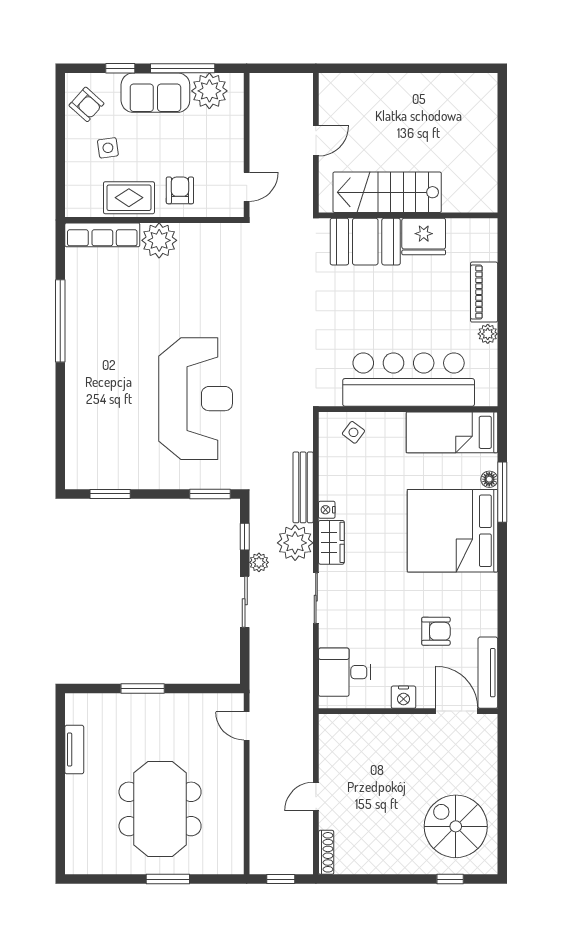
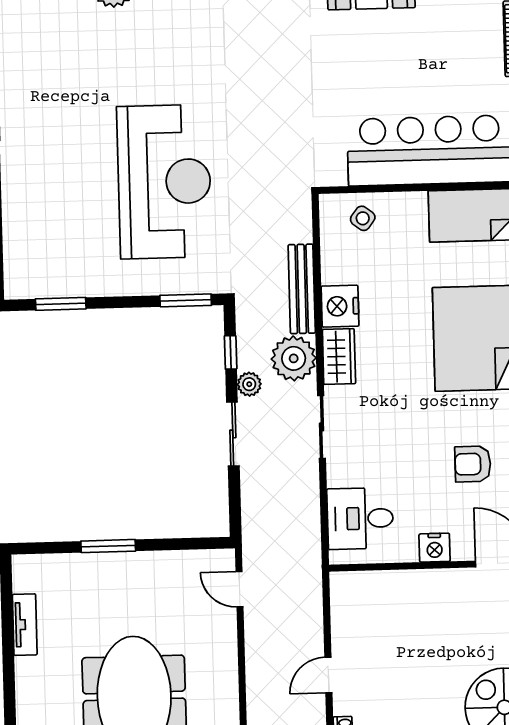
nightstand: (327, 510) -> (340, 306), width x1.89, depth x1.79
armchair: (436, 631) -> (473, 464), turned 180

